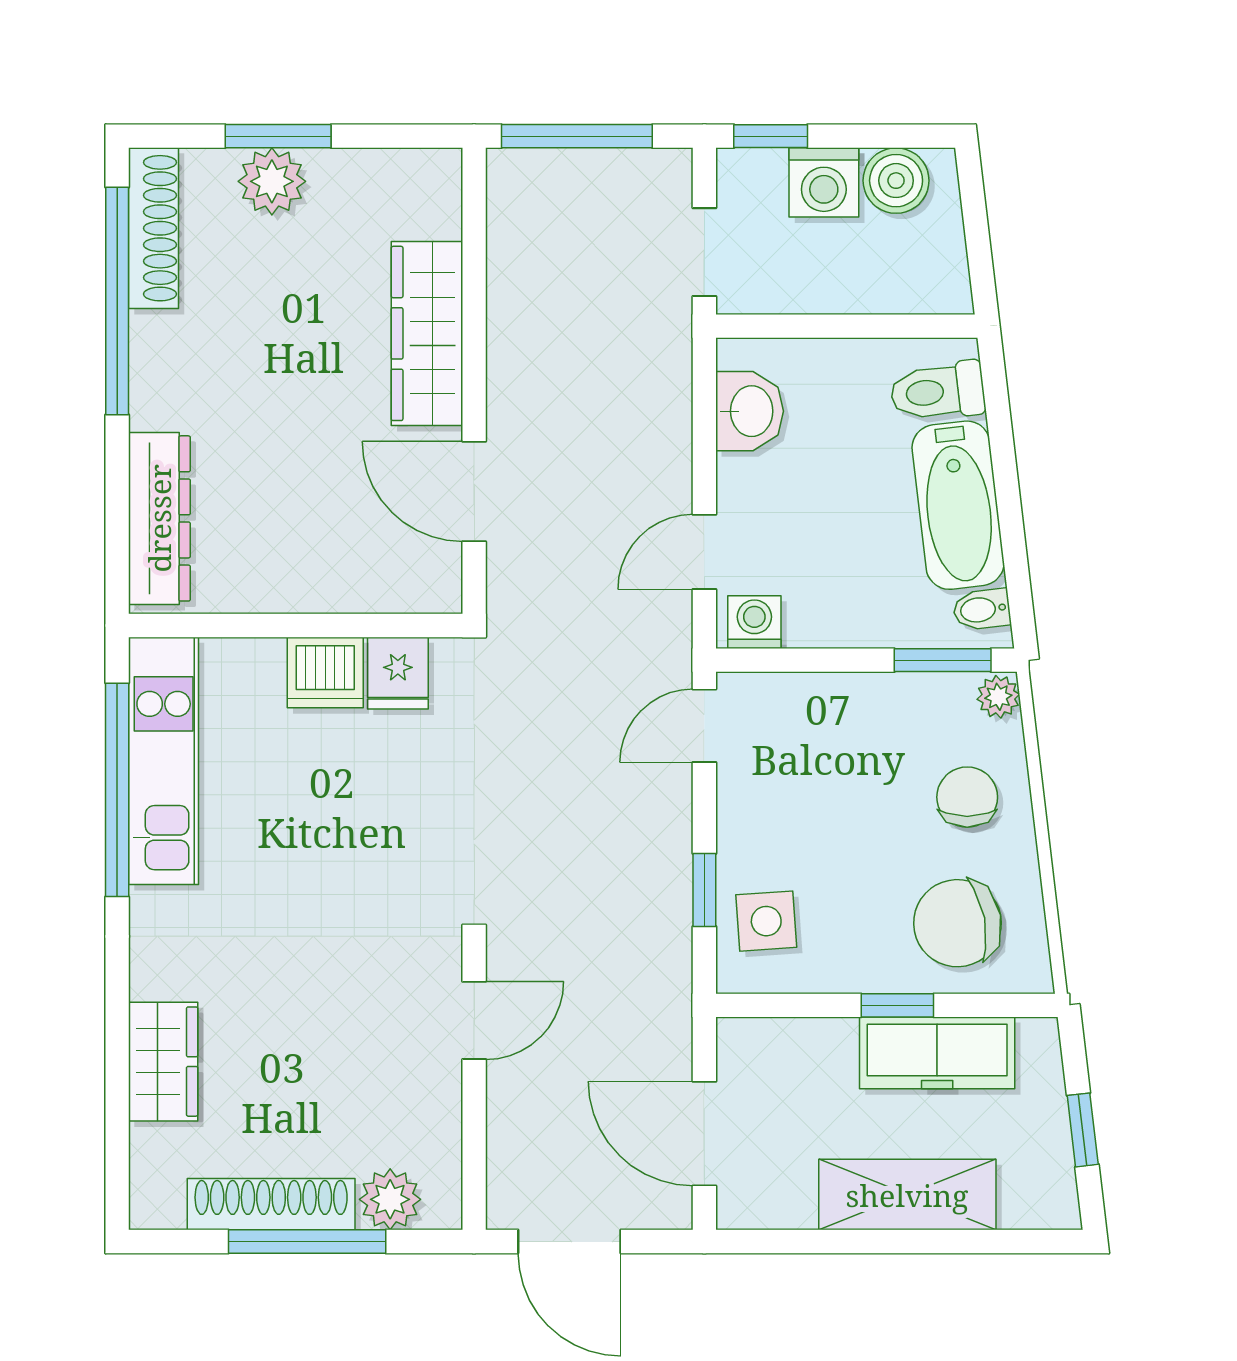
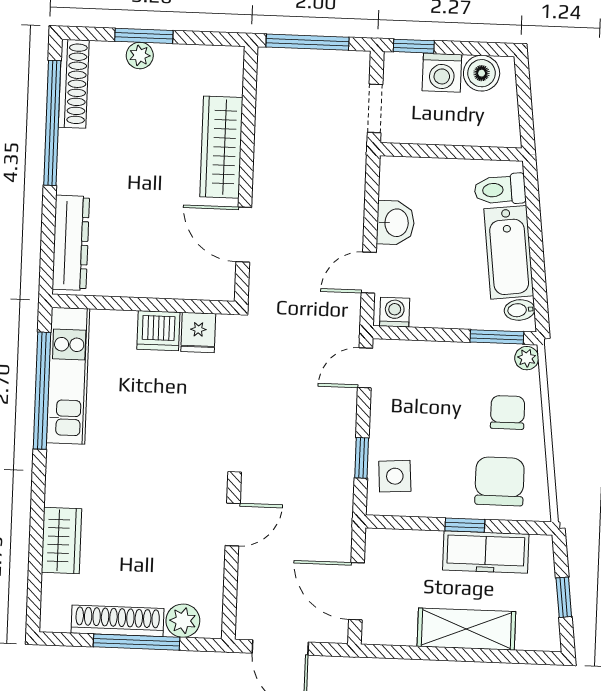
plant: (272, 181) -> (140, 55), width x0.73, depth x0.73
washbasin: (750, 411) -> (395, 223), moved
chair: (957, 923) -> (500, 481), turned 101

